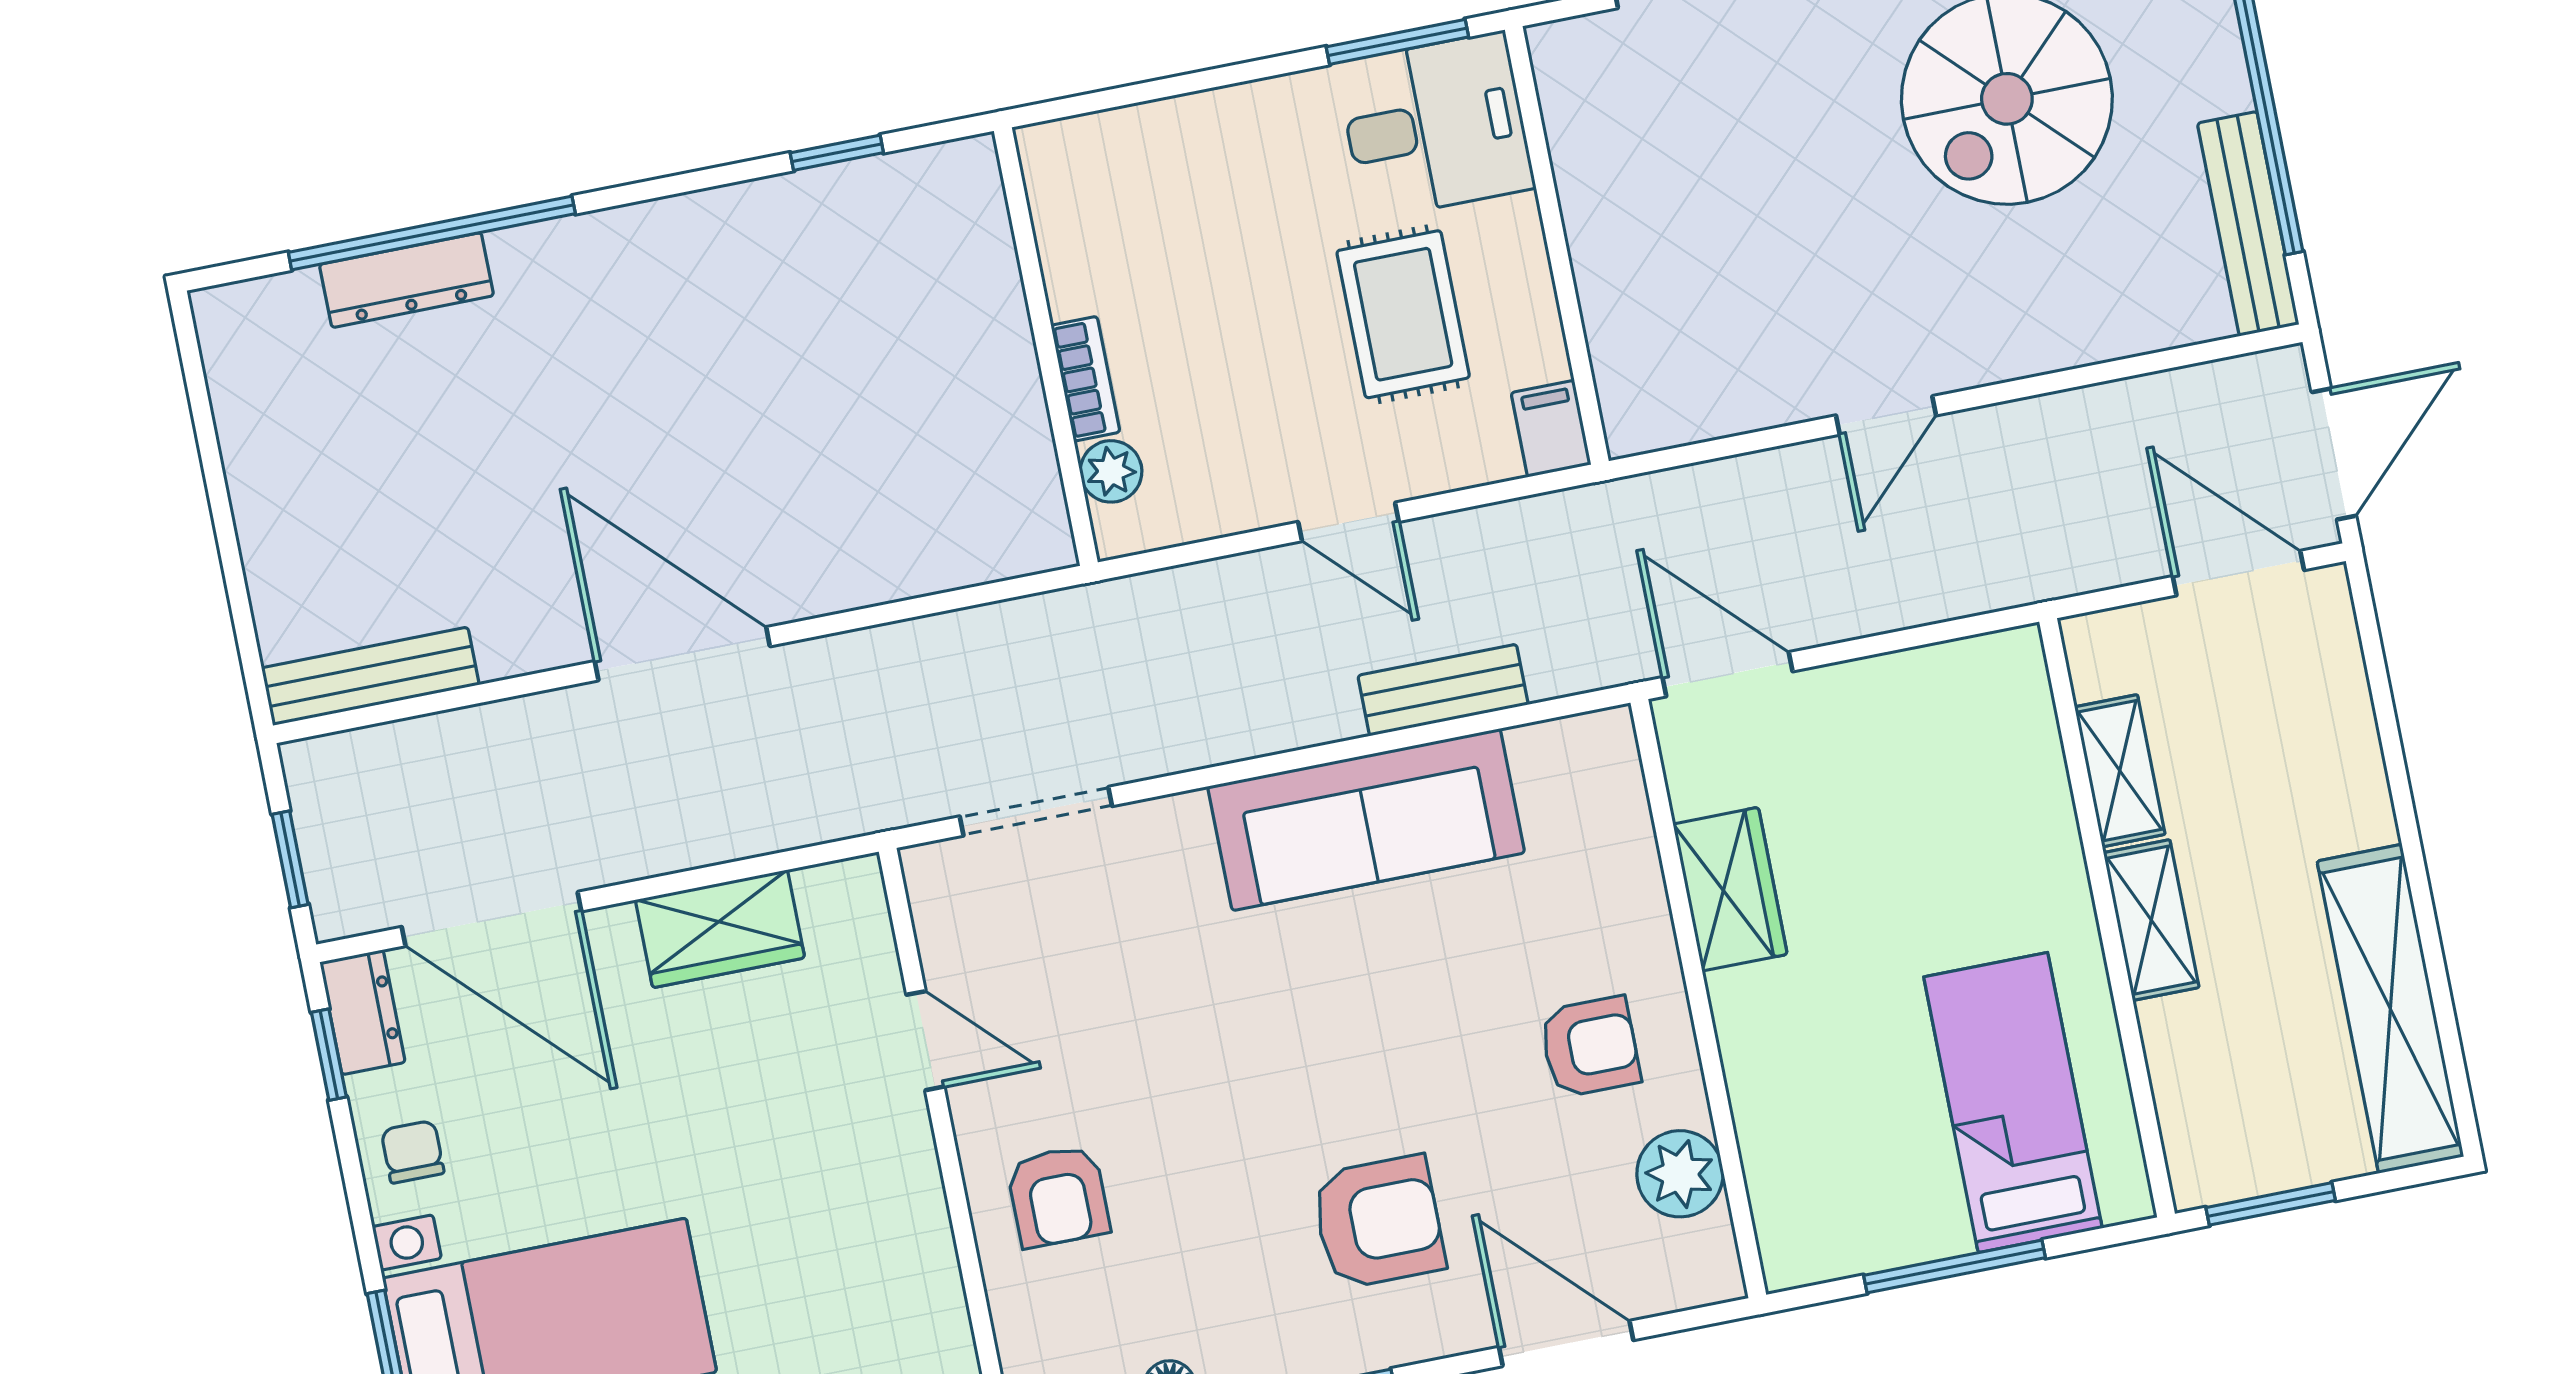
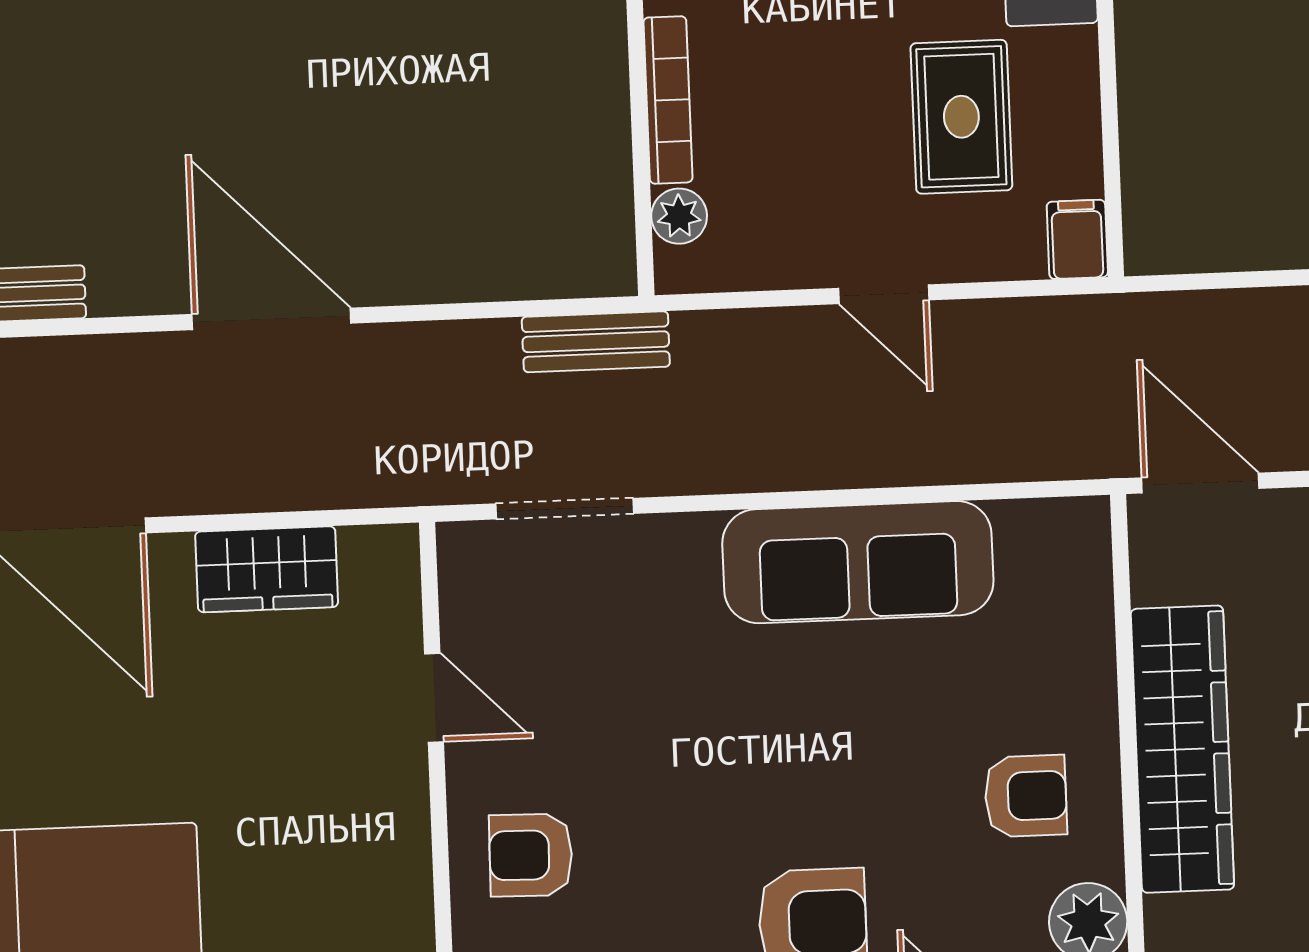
bookcase: (1085, 379) -> (668, 100), width x1.56
bench: (1443, 690) -> (596, 342), moved
wardrobe: (1730, 889) -> (1182, 749), width x2.10, depth x1.17
armchair: (1058, 1196) -> (531, 855), turned 91

